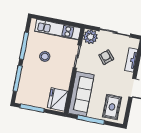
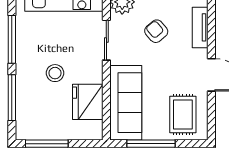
stool: (45, 56) -> (55, 73), moved
fridge: (58, 99) -> (88, 102), moved

